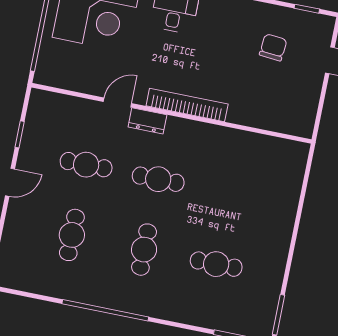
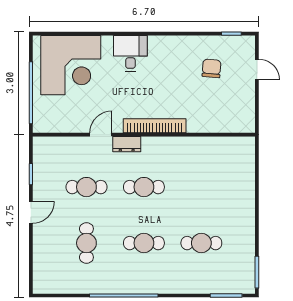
cafe table: (144, 250) -> (144, 243), turned 90

